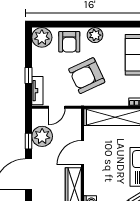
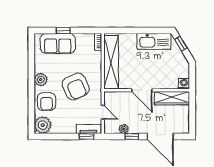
armchair: (69, 42) -> (47, 102), turned 90
window: (29, 75) -> (87, 136), moved
plant: (42, 136) -> (124, 129), width x0.53, depth x0.53

